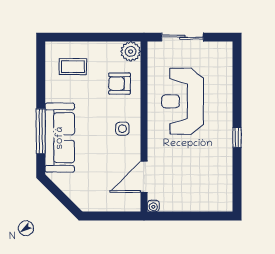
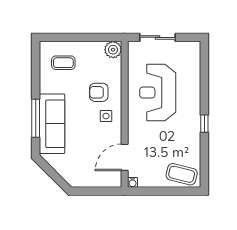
armchair: (120, 84) -> (99, 92), moved
coffee table: (210, 196) -> (182, 174), added

